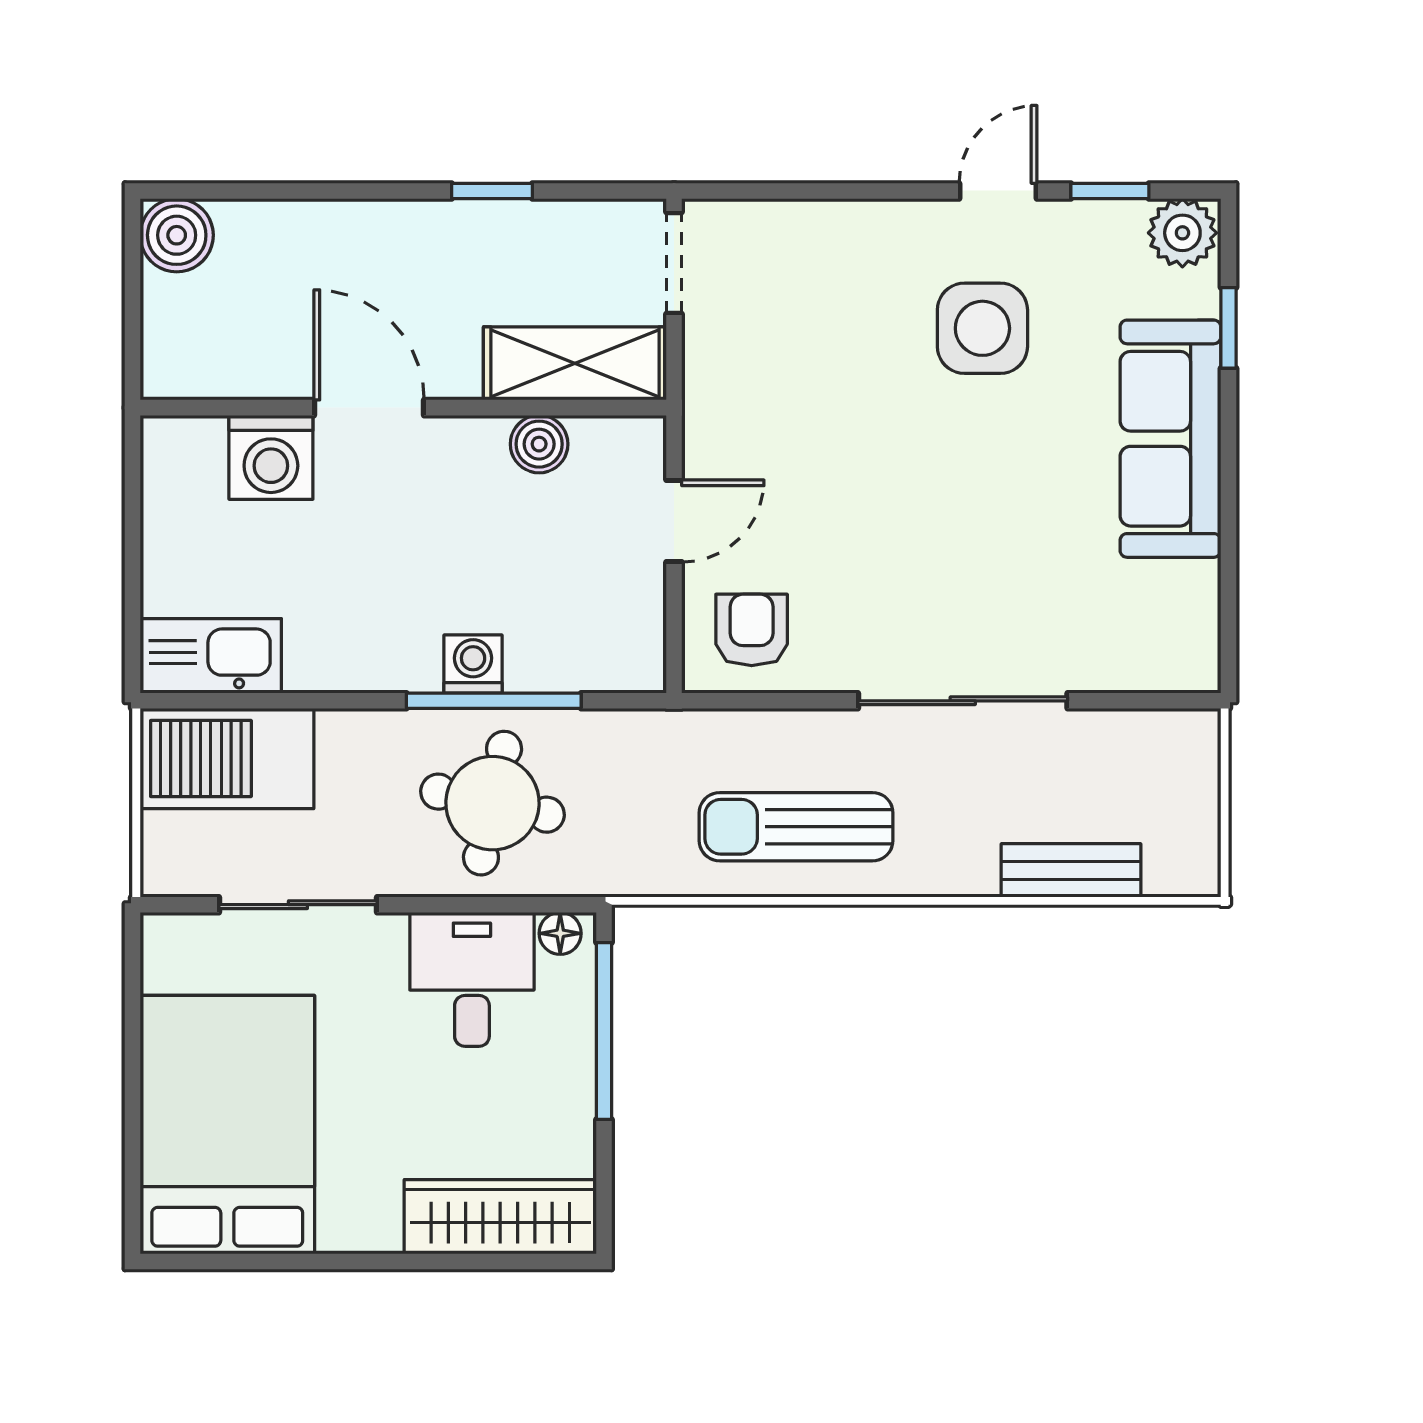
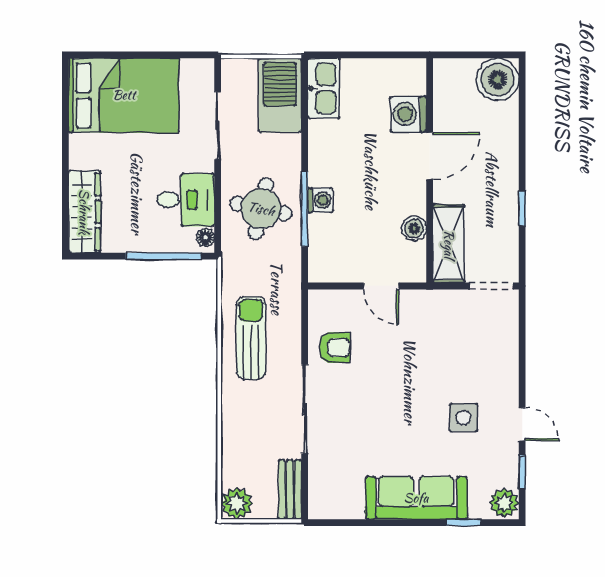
boiler: (177, 235) -> (498, 79), width x1.37, depth x1.37
side table: (982, 328) -> (464, 418), width x0.73, depth x0.73
armchair: (752, 630) -> (335, 348), moved
plant: (1183, 860) -> (237, 503), added
bench: (1071, 870) -> (290, 489), moved

